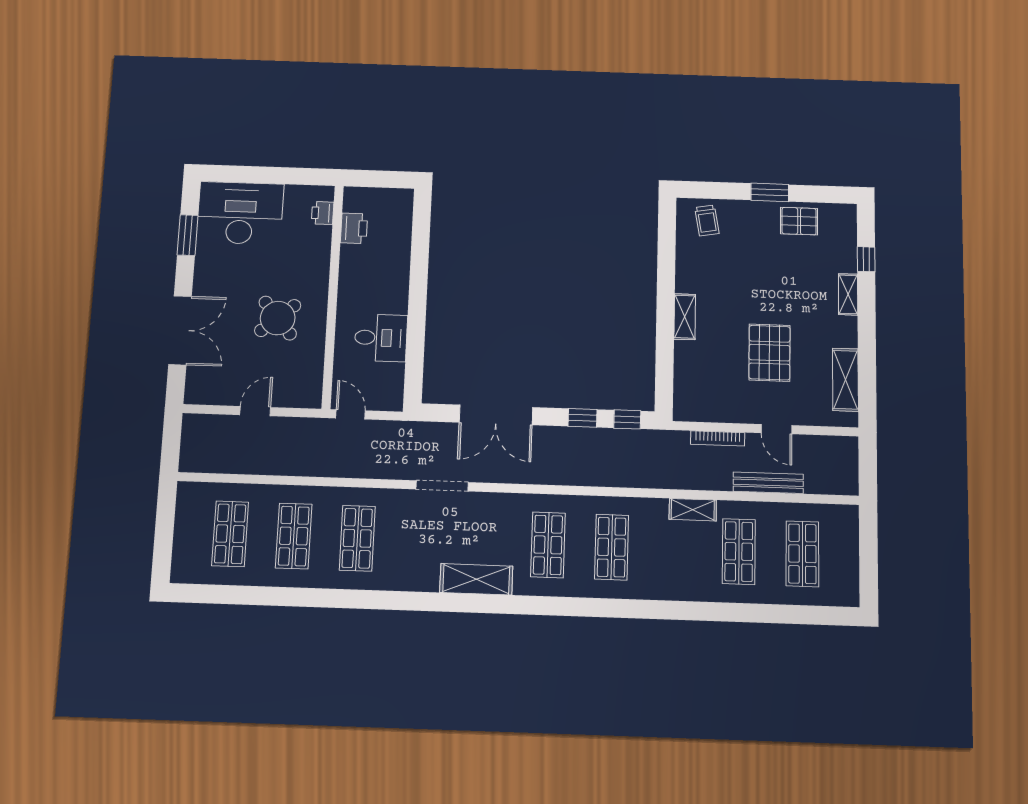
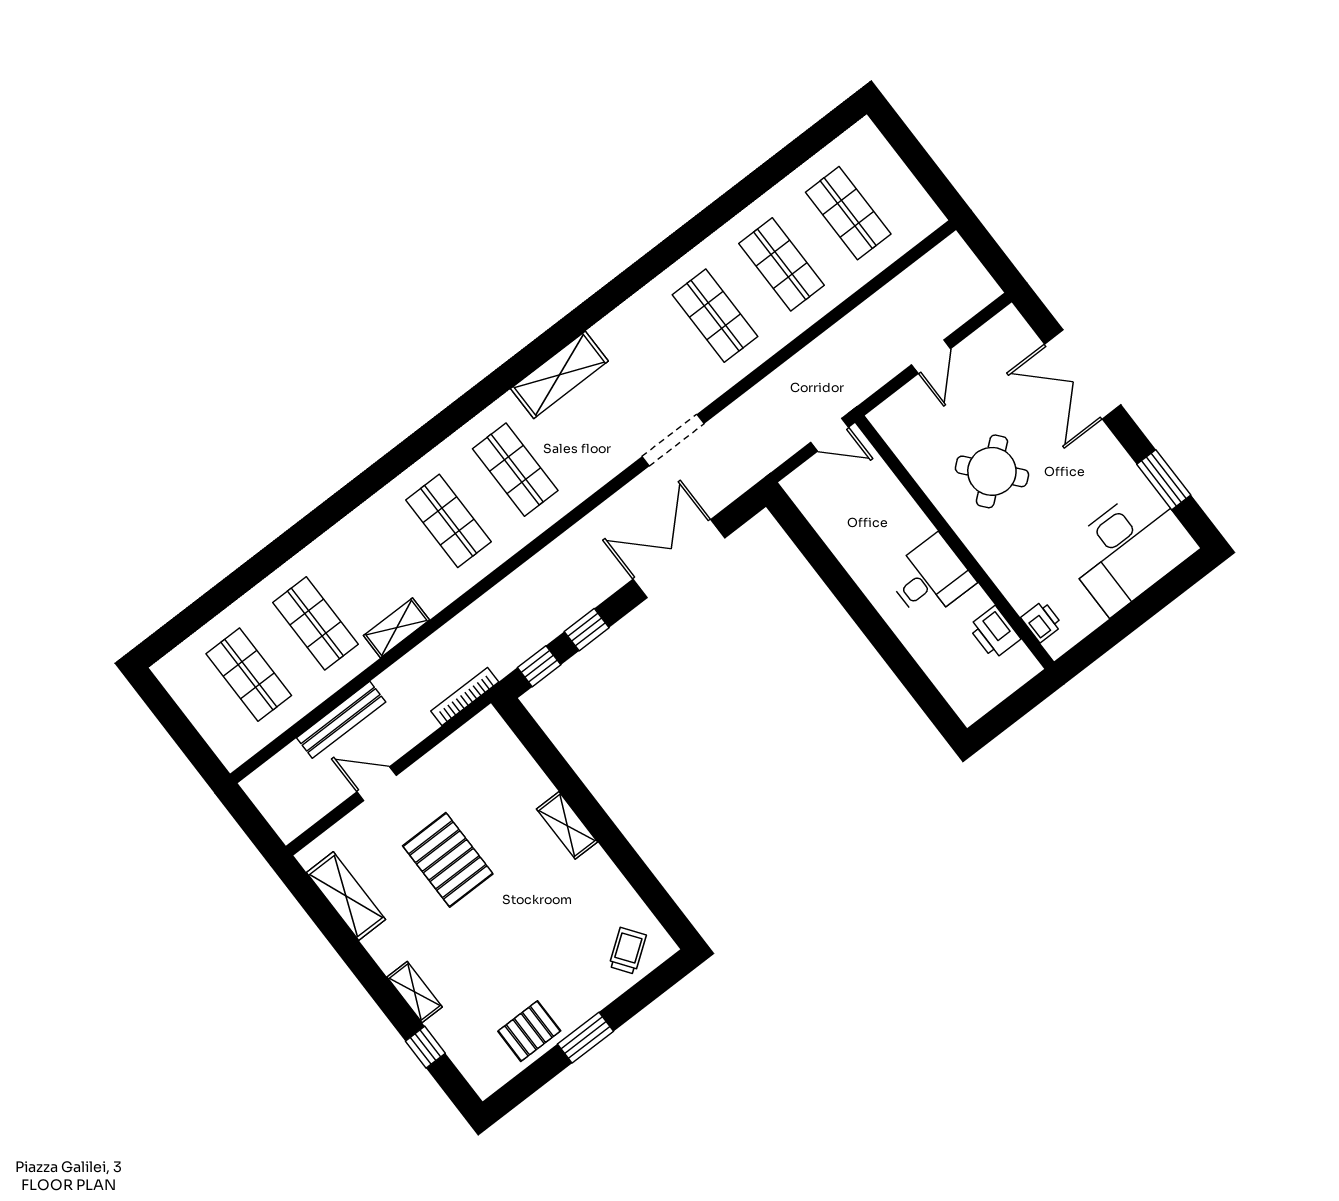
trolley: (707, 220) -> (628, 951), turned 64
desk: (381, 338) -> (930, 578), moved, turned 180
bookcase: (718, 438) -> (465, 697), moved

